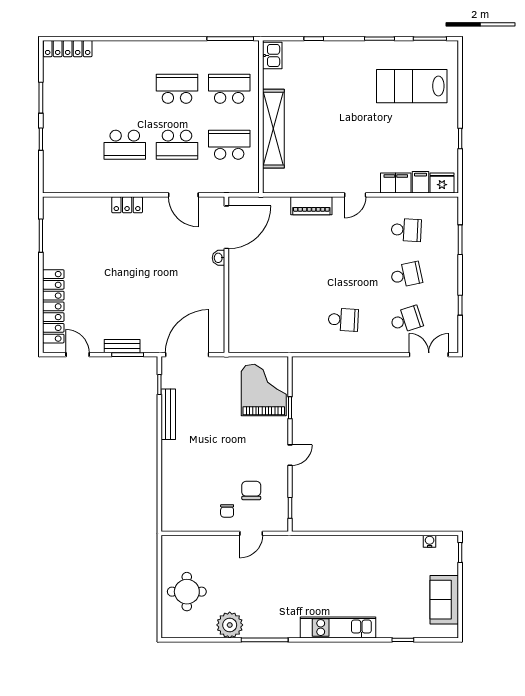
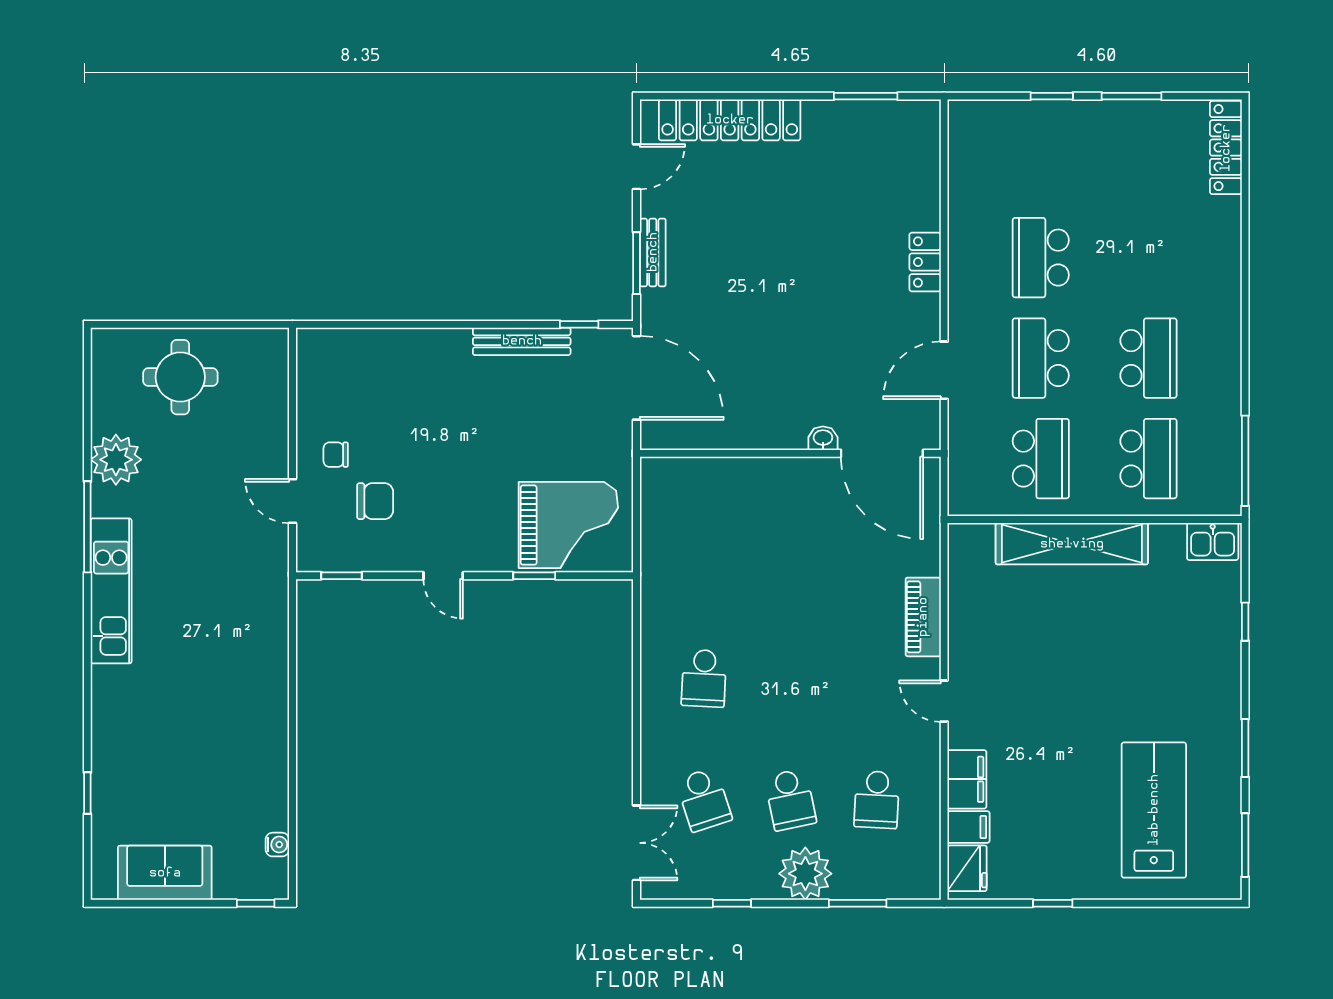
plant: (445, 267) -> (805, 874), added
kitchen unit: (338, 628) -> (111, 591), moved

